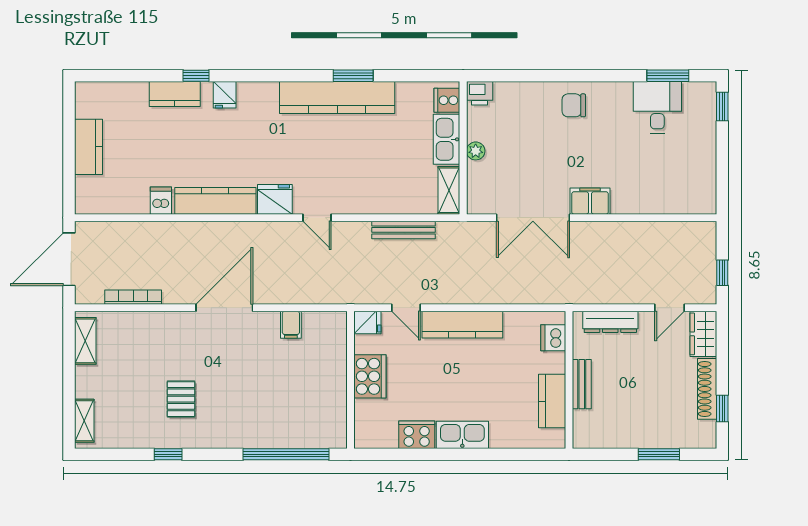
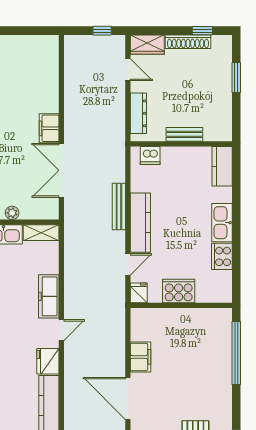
freezer: (363, 201) -> (49, 296), added
double door: (533, 218) -> (61, 170), swing flipped
bench: (404, 230) -> (119, 206), moved
filing cabinet: (291, 325) -> (141, 357), width x2.00
kitchen counter: (552, 401) -> (222, 166), moved, turned 90

